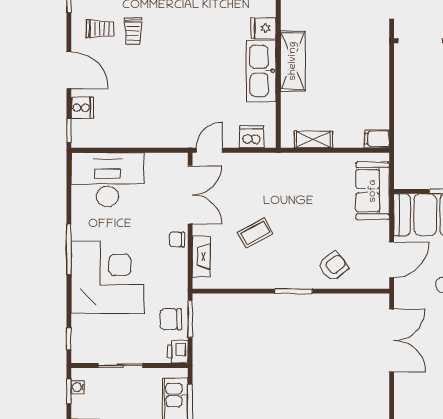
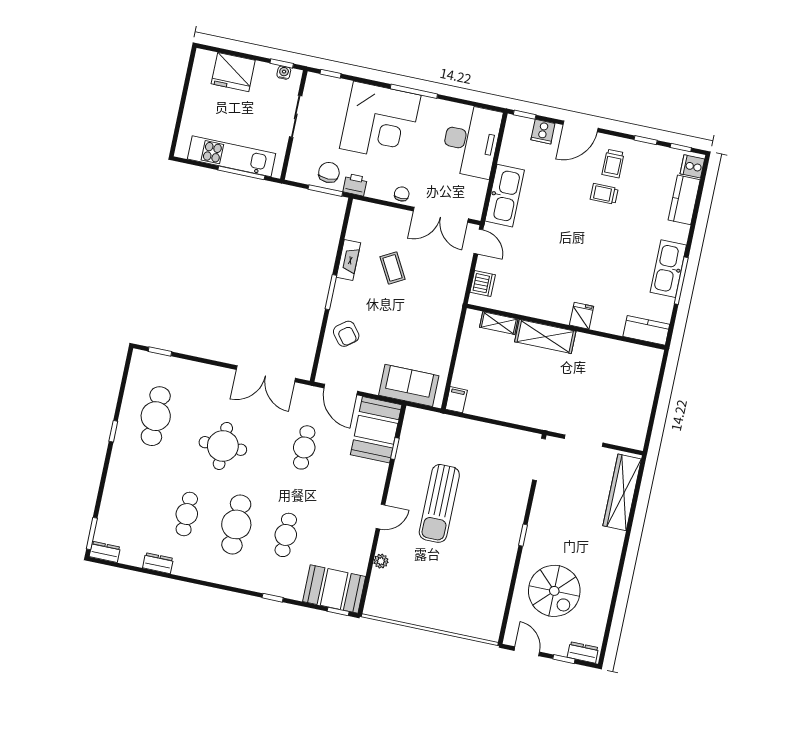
kitchen sink: (261, 71) -> (505, 196), moved, turned 90
shelving: (313, 140) -> (499, 323), moved, turned 90
fireplace: (201, 256) -> (348, 260), moved, turned -90
printer: (178, 351) -> (355, 185), moved

